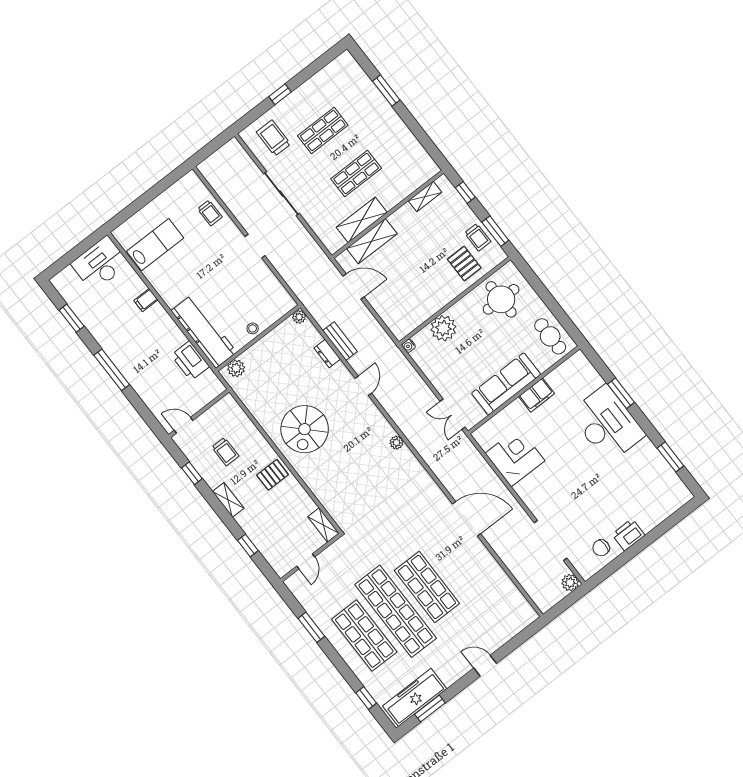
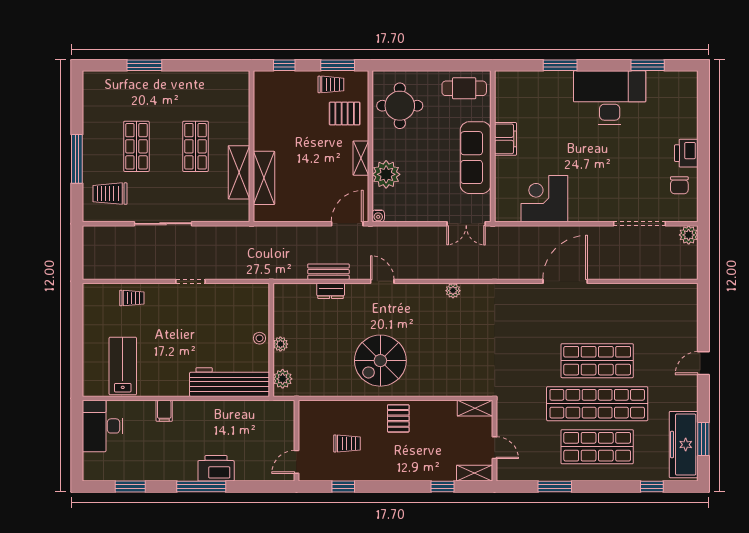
window: (280, 94) -> (77, 159), width x2.17
shelving: (425, 197) -> (361, 158), moved
door: (354, 287) -> (347, 224), moved
plant: (299, 317) -> (280, 344), moved
printer: (190, 361) -> (216, 468), moved, turned 180
desk: (607, 424) -> (610, 98), moved
spiral stairs: (305, 429) -> (380, 361), turned 90
shelving: (228, 500) -> (474, 473), moved

